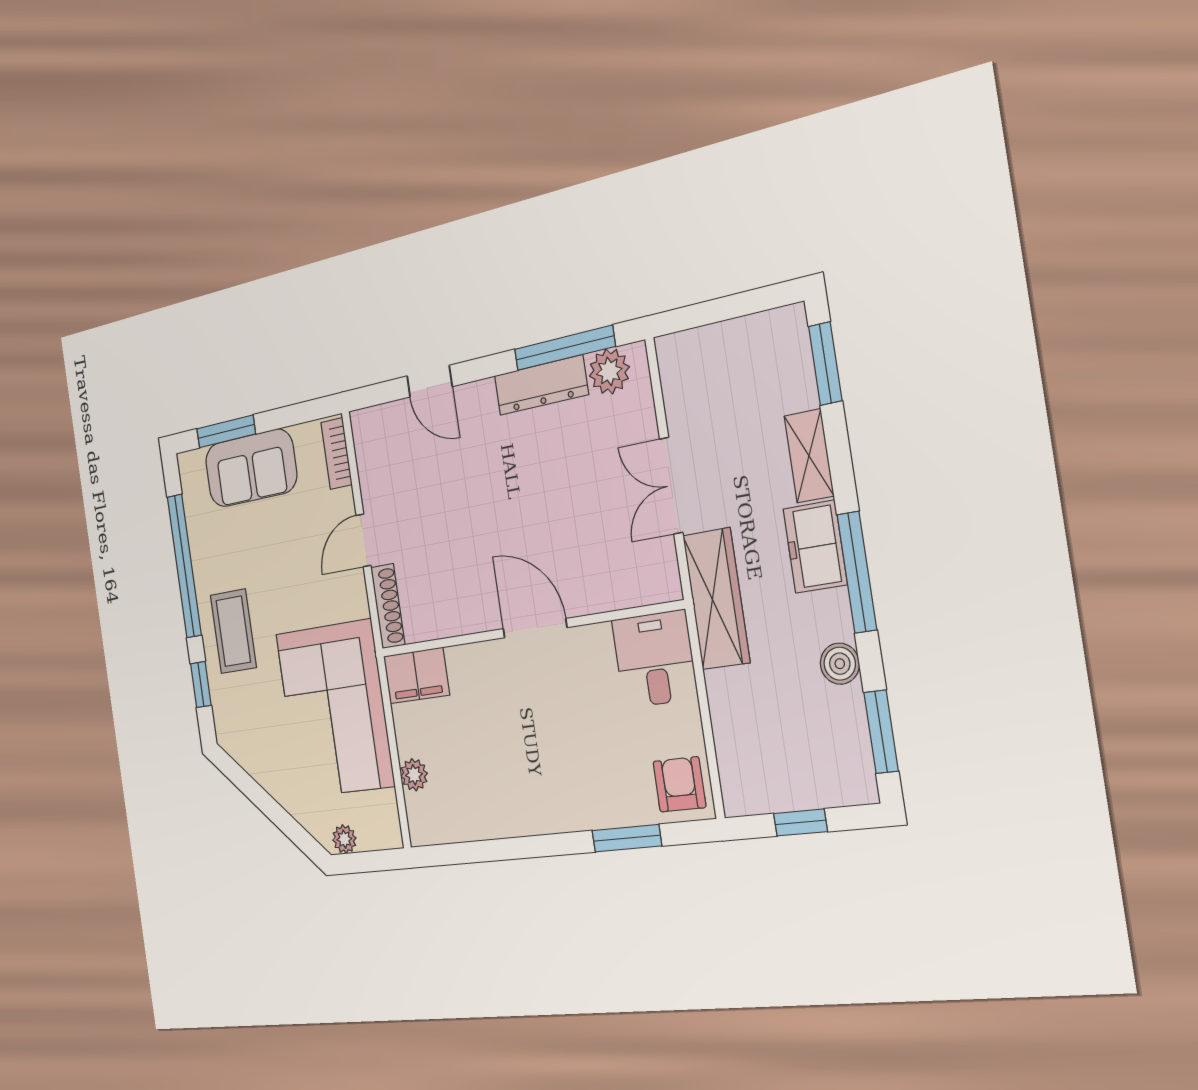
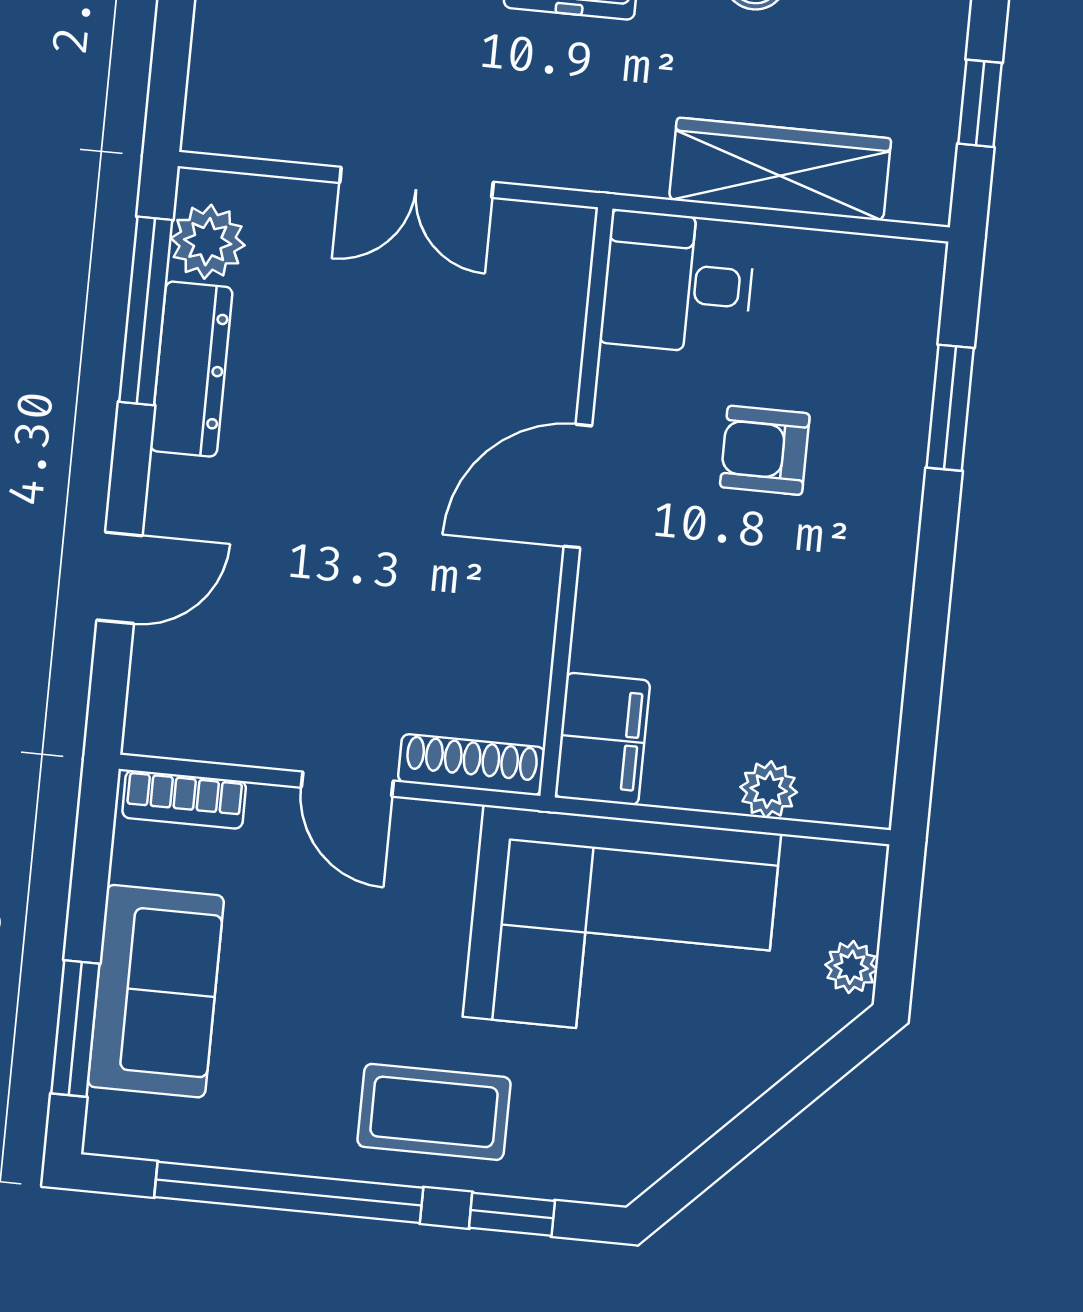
wardrobe: (716, 599) -> (780, 169), moved
armchair: (679, 784) -> (765, 450), moved

